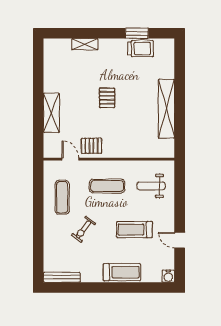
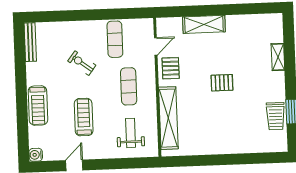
shelving: (166, 109) -> (168, 118), moved, turned 90
exercise mat: (62, 197) -> (115, 39), turned 90

